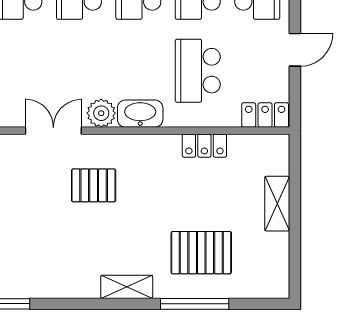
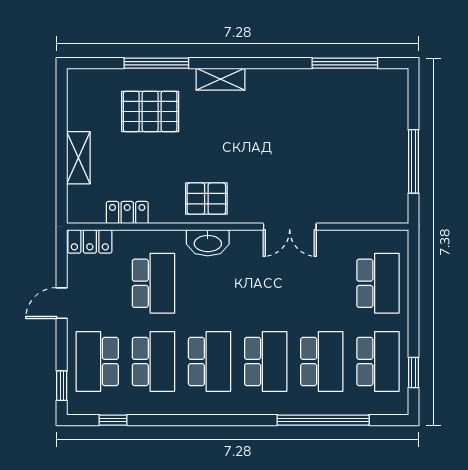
plant: (101, 113) -> (245, 243), removed
locker: (204, 146) -> (127, 213), moved
pallet: (94, 185) -> (206, 199), moved

